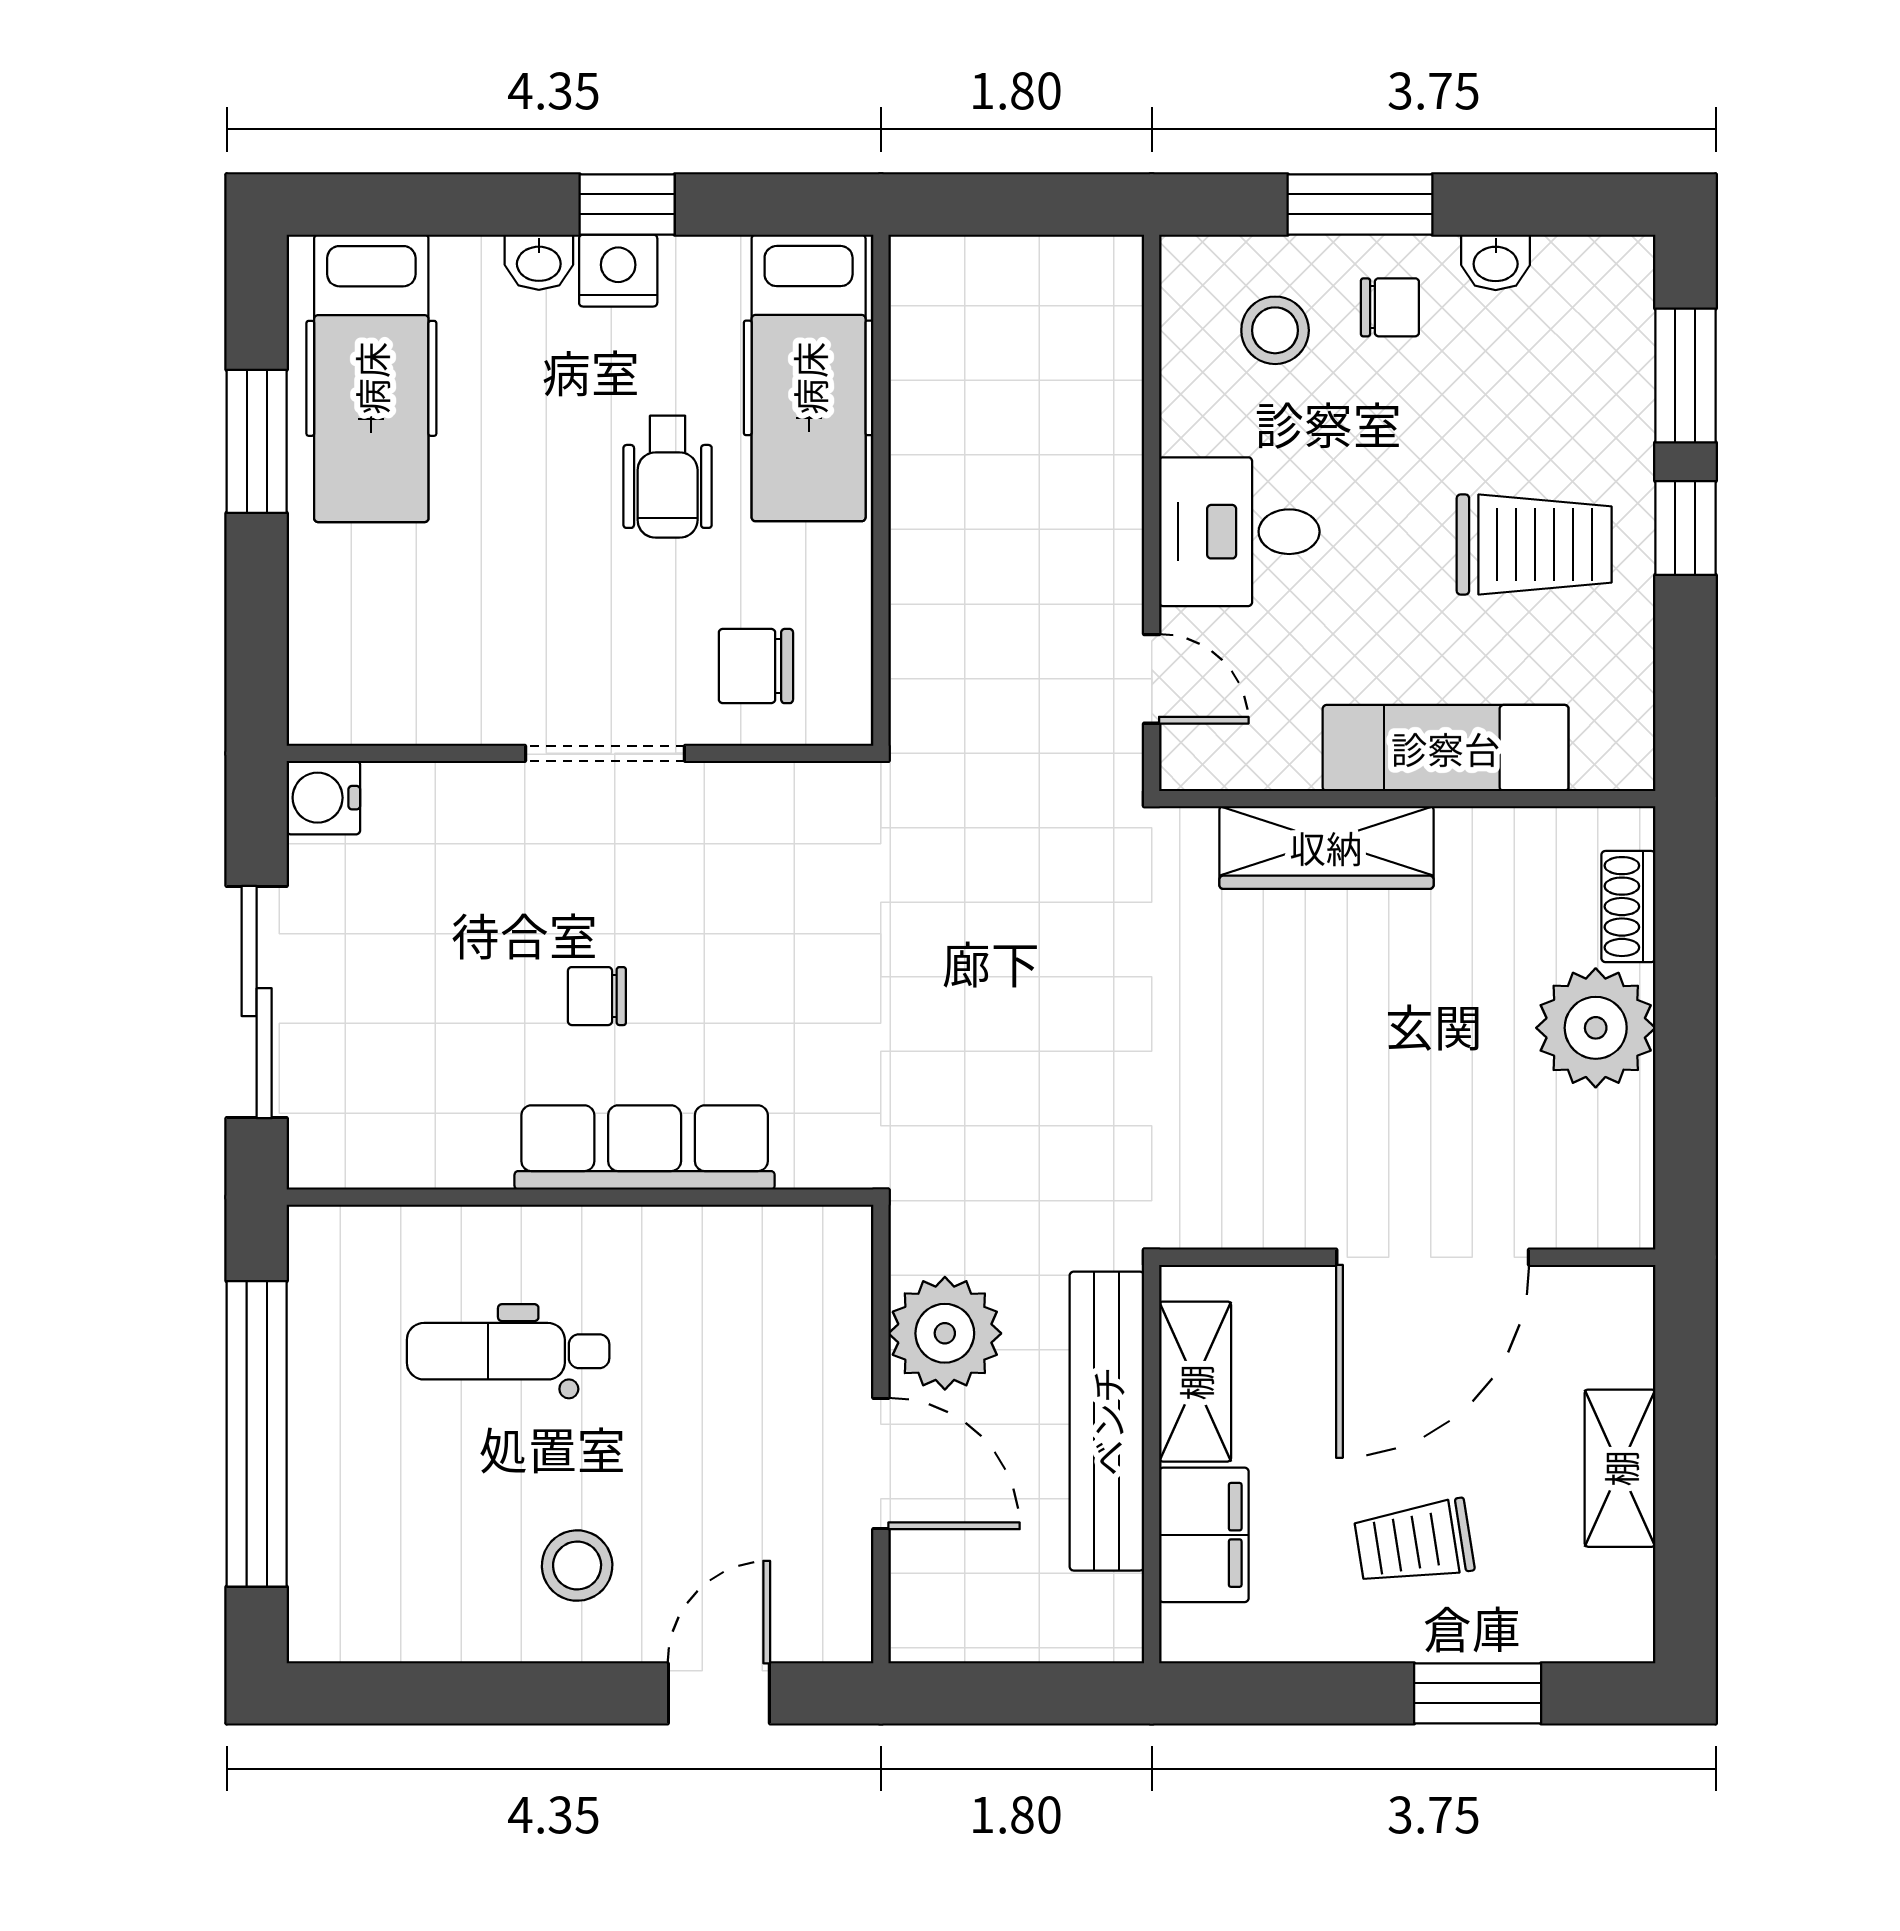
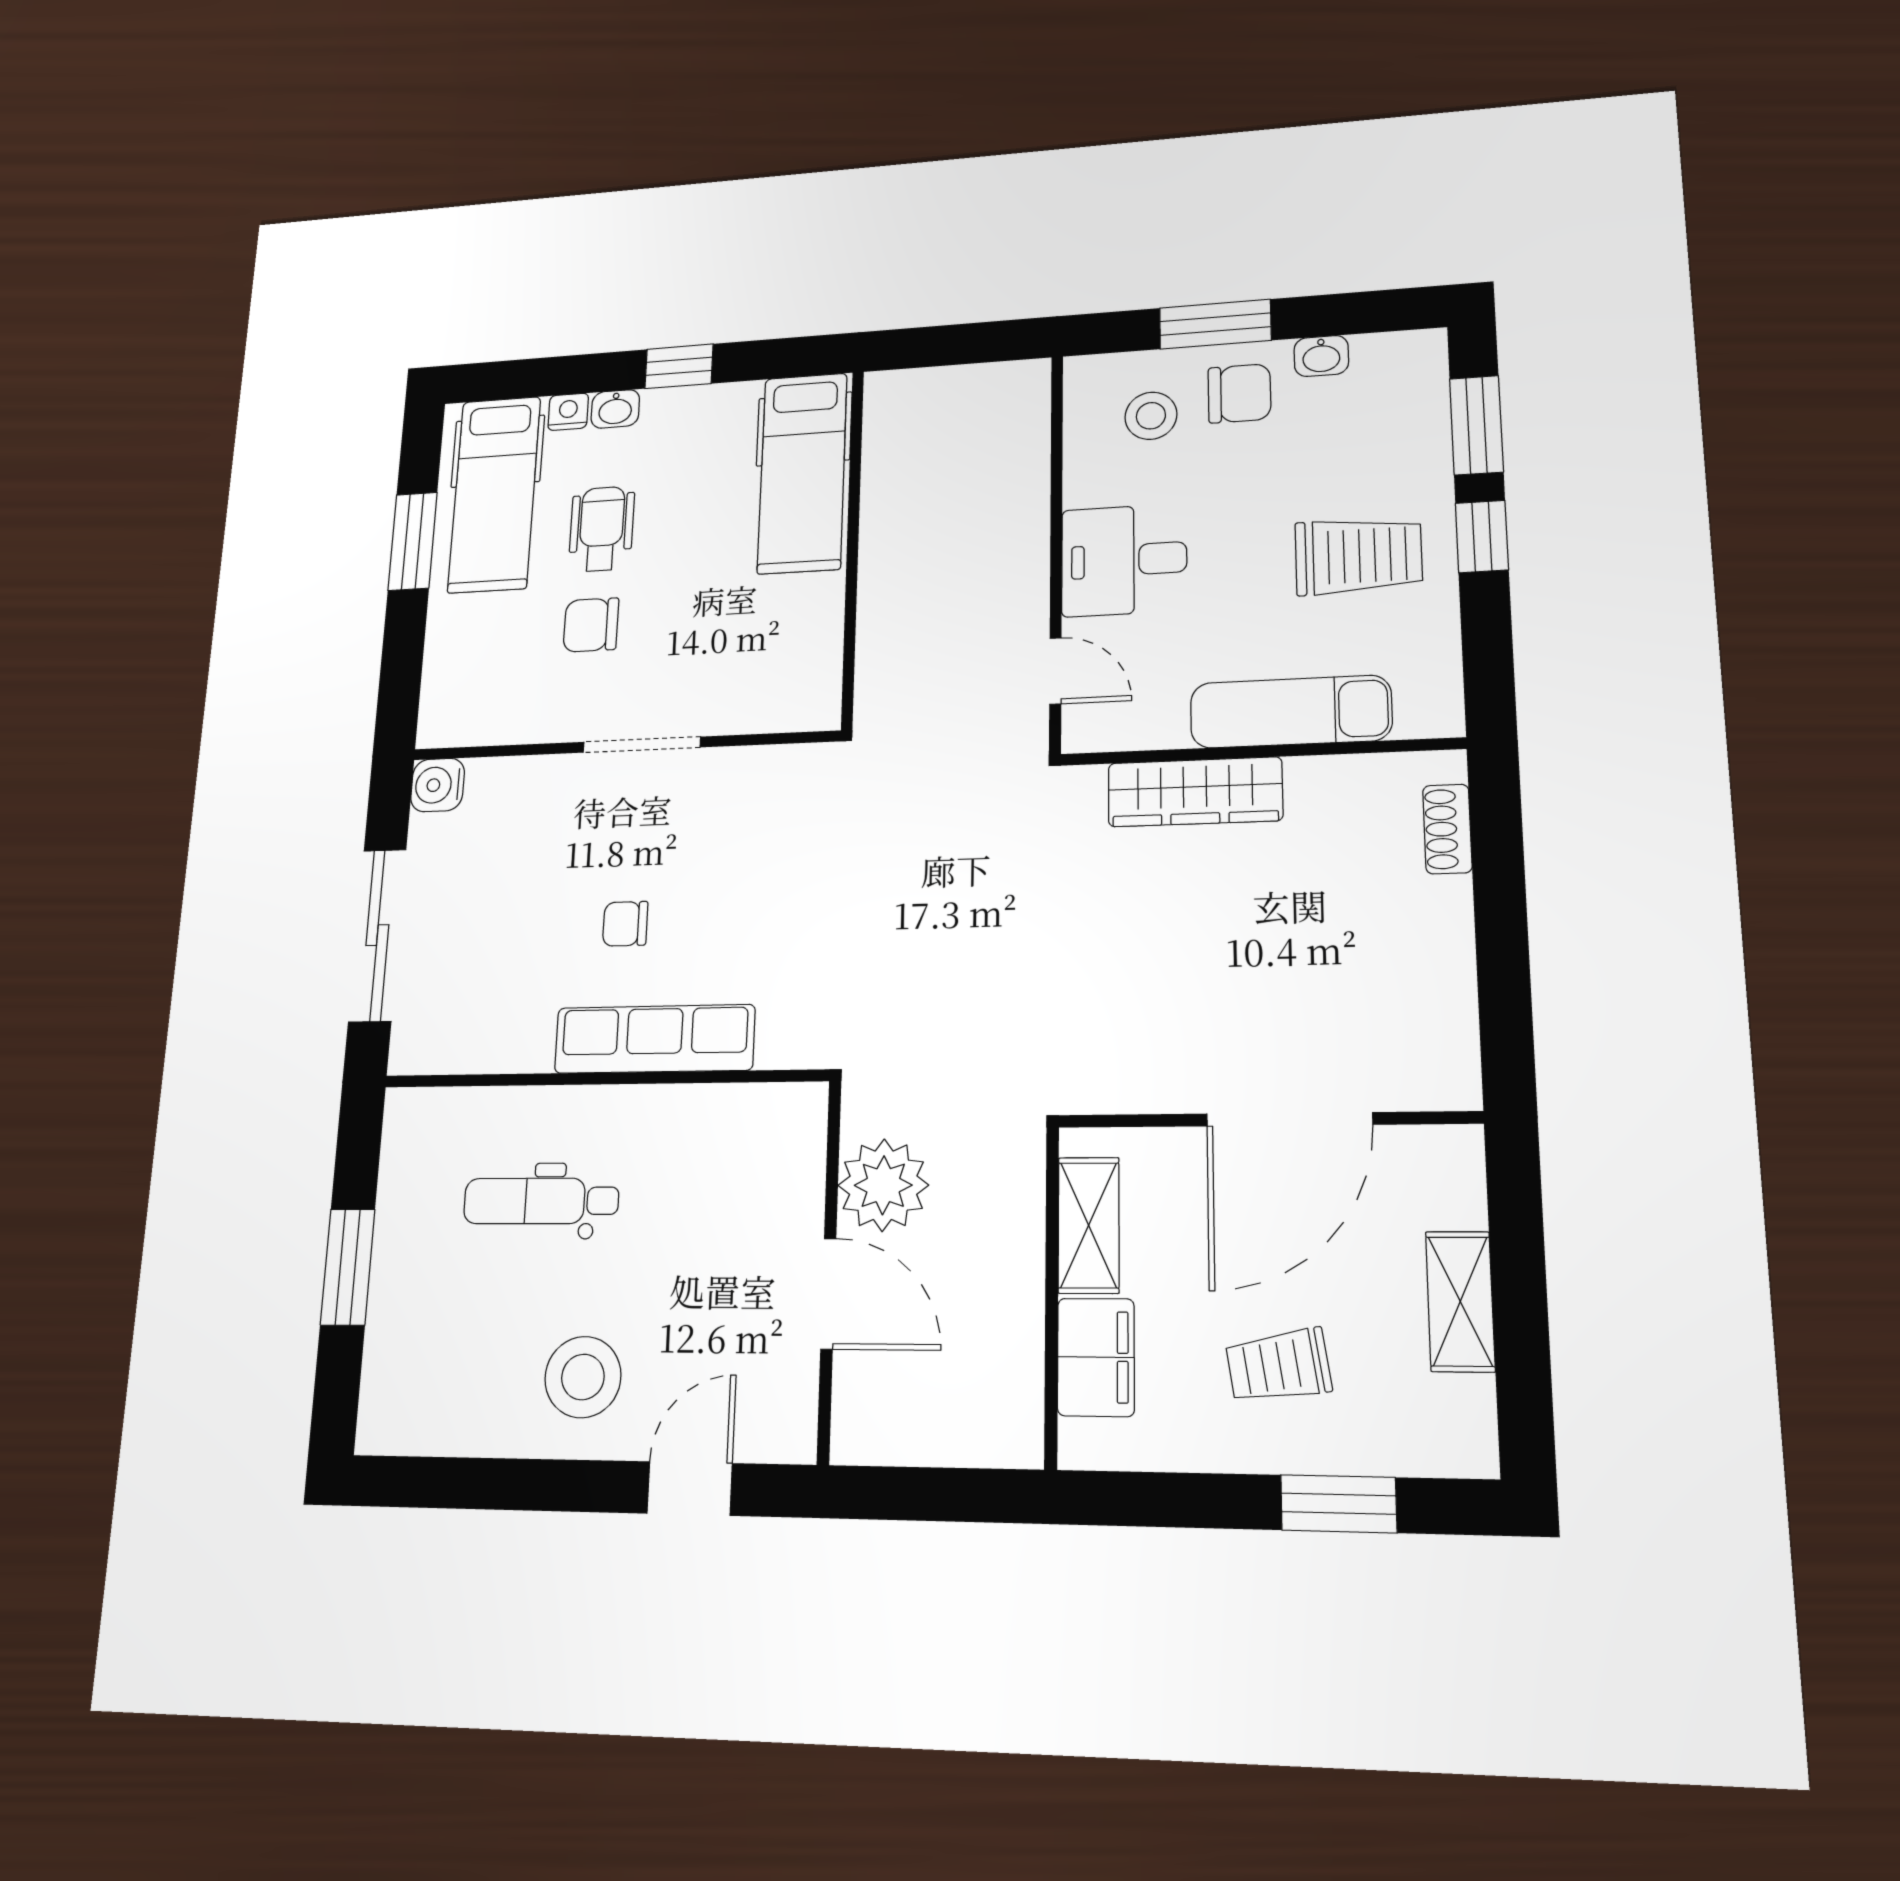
nightstand: (618, 271) -> (568, 412), moved, width x0.72, depth x0.74
chair: (1390, 307) -> (1239, 393), width x1.37, depth x1.37
wheelchair: (668, 477) -> (602, 529), moved, turned 180
chair: (756, 666) -> (591, 625), moved
plant: (1596, 1028) -> (1423, 927), removed
bench: (1107, 1421) -> (1015, 1258), removed
window: (257, 1434) -> (348, 1267), width x0.47
stool: (577, 1566) -> (583, 1377), width x1.38, depth x1.38

